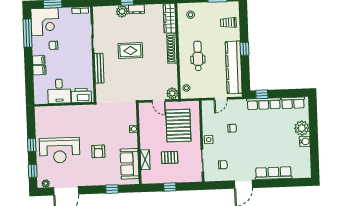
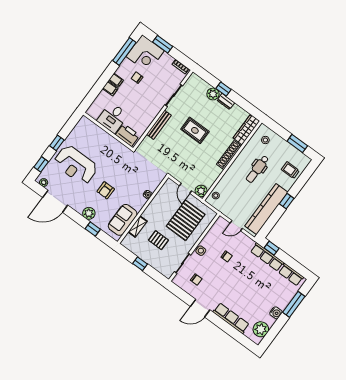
dental chair: (198, 56) -> (257, 169), moved, turned 180
window: (313, 124) -> (294, 304), added
plant: (302, 128) -> (261, 329), moved
plant: (99, 179) -> (89, 213), added

